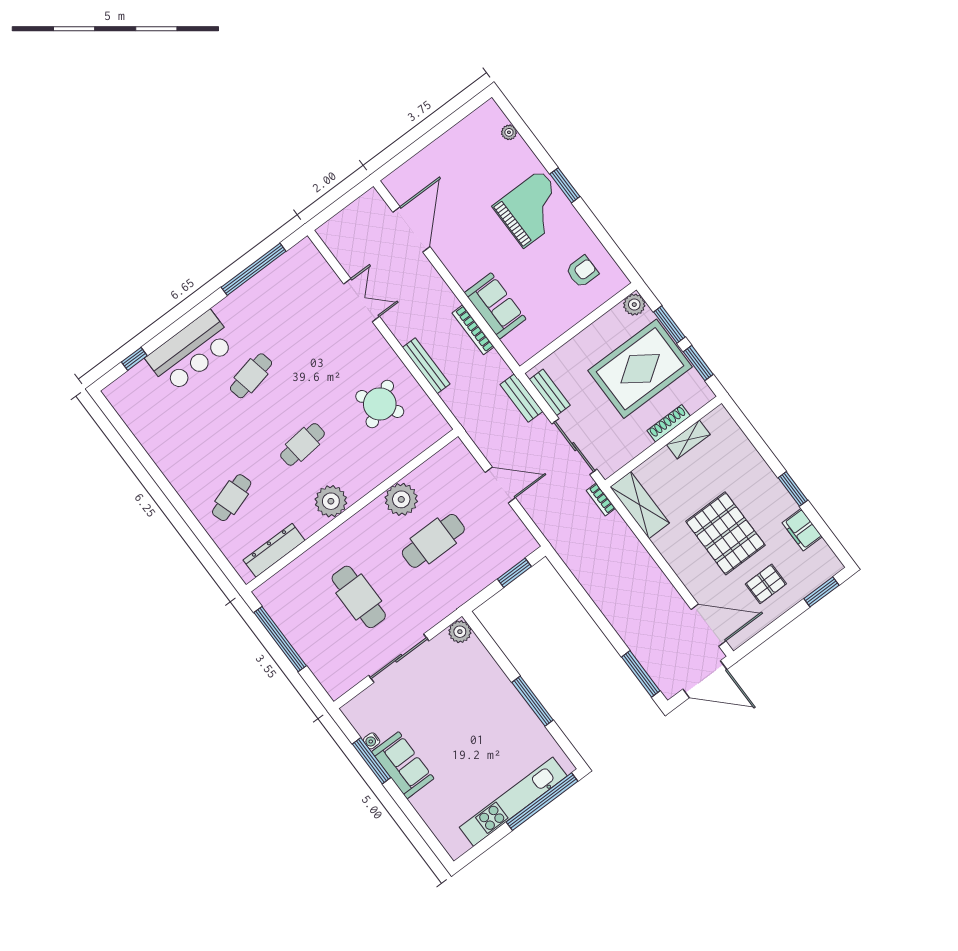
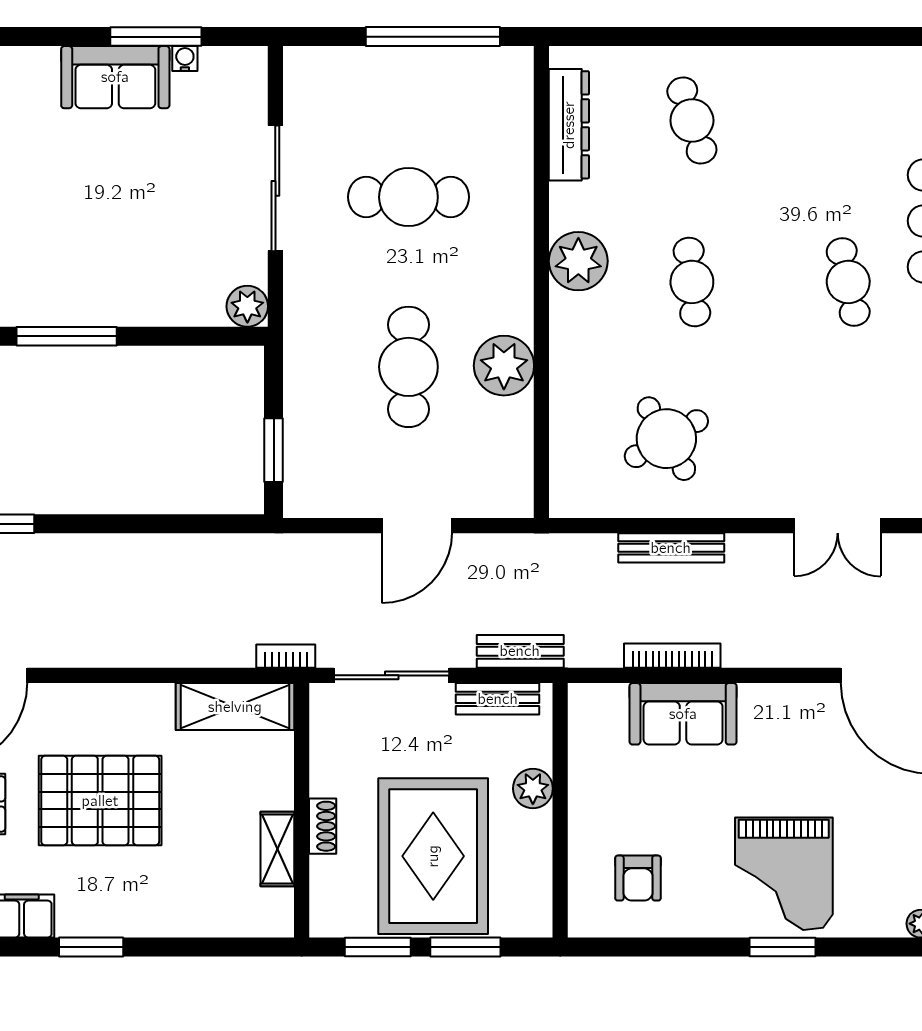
plant: (634, 305) -> (533, 788), moved
shoe rack: (669, 423) -> (323, 826), width x0.70

